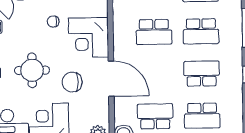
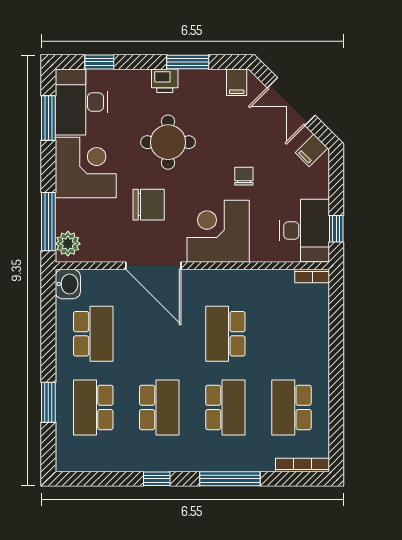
school desk: (201, 31) -> (225, 407), turned 180
door: (111, 79) -> (153, 266), hinge flipped
chair: (72, 82) -> (149, 205), turned 90

